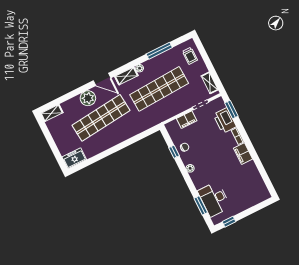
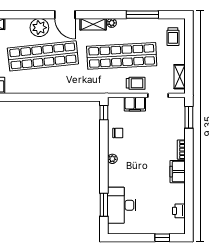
trolley: (180, 104) -> (136, 83), added
printer: (225, 121) -> (179, 211), moved, width x0.53, depth x0.68
window: (174, 152) -> (104, 113), moved
window: (229, 222) -> (162, 238), moved

